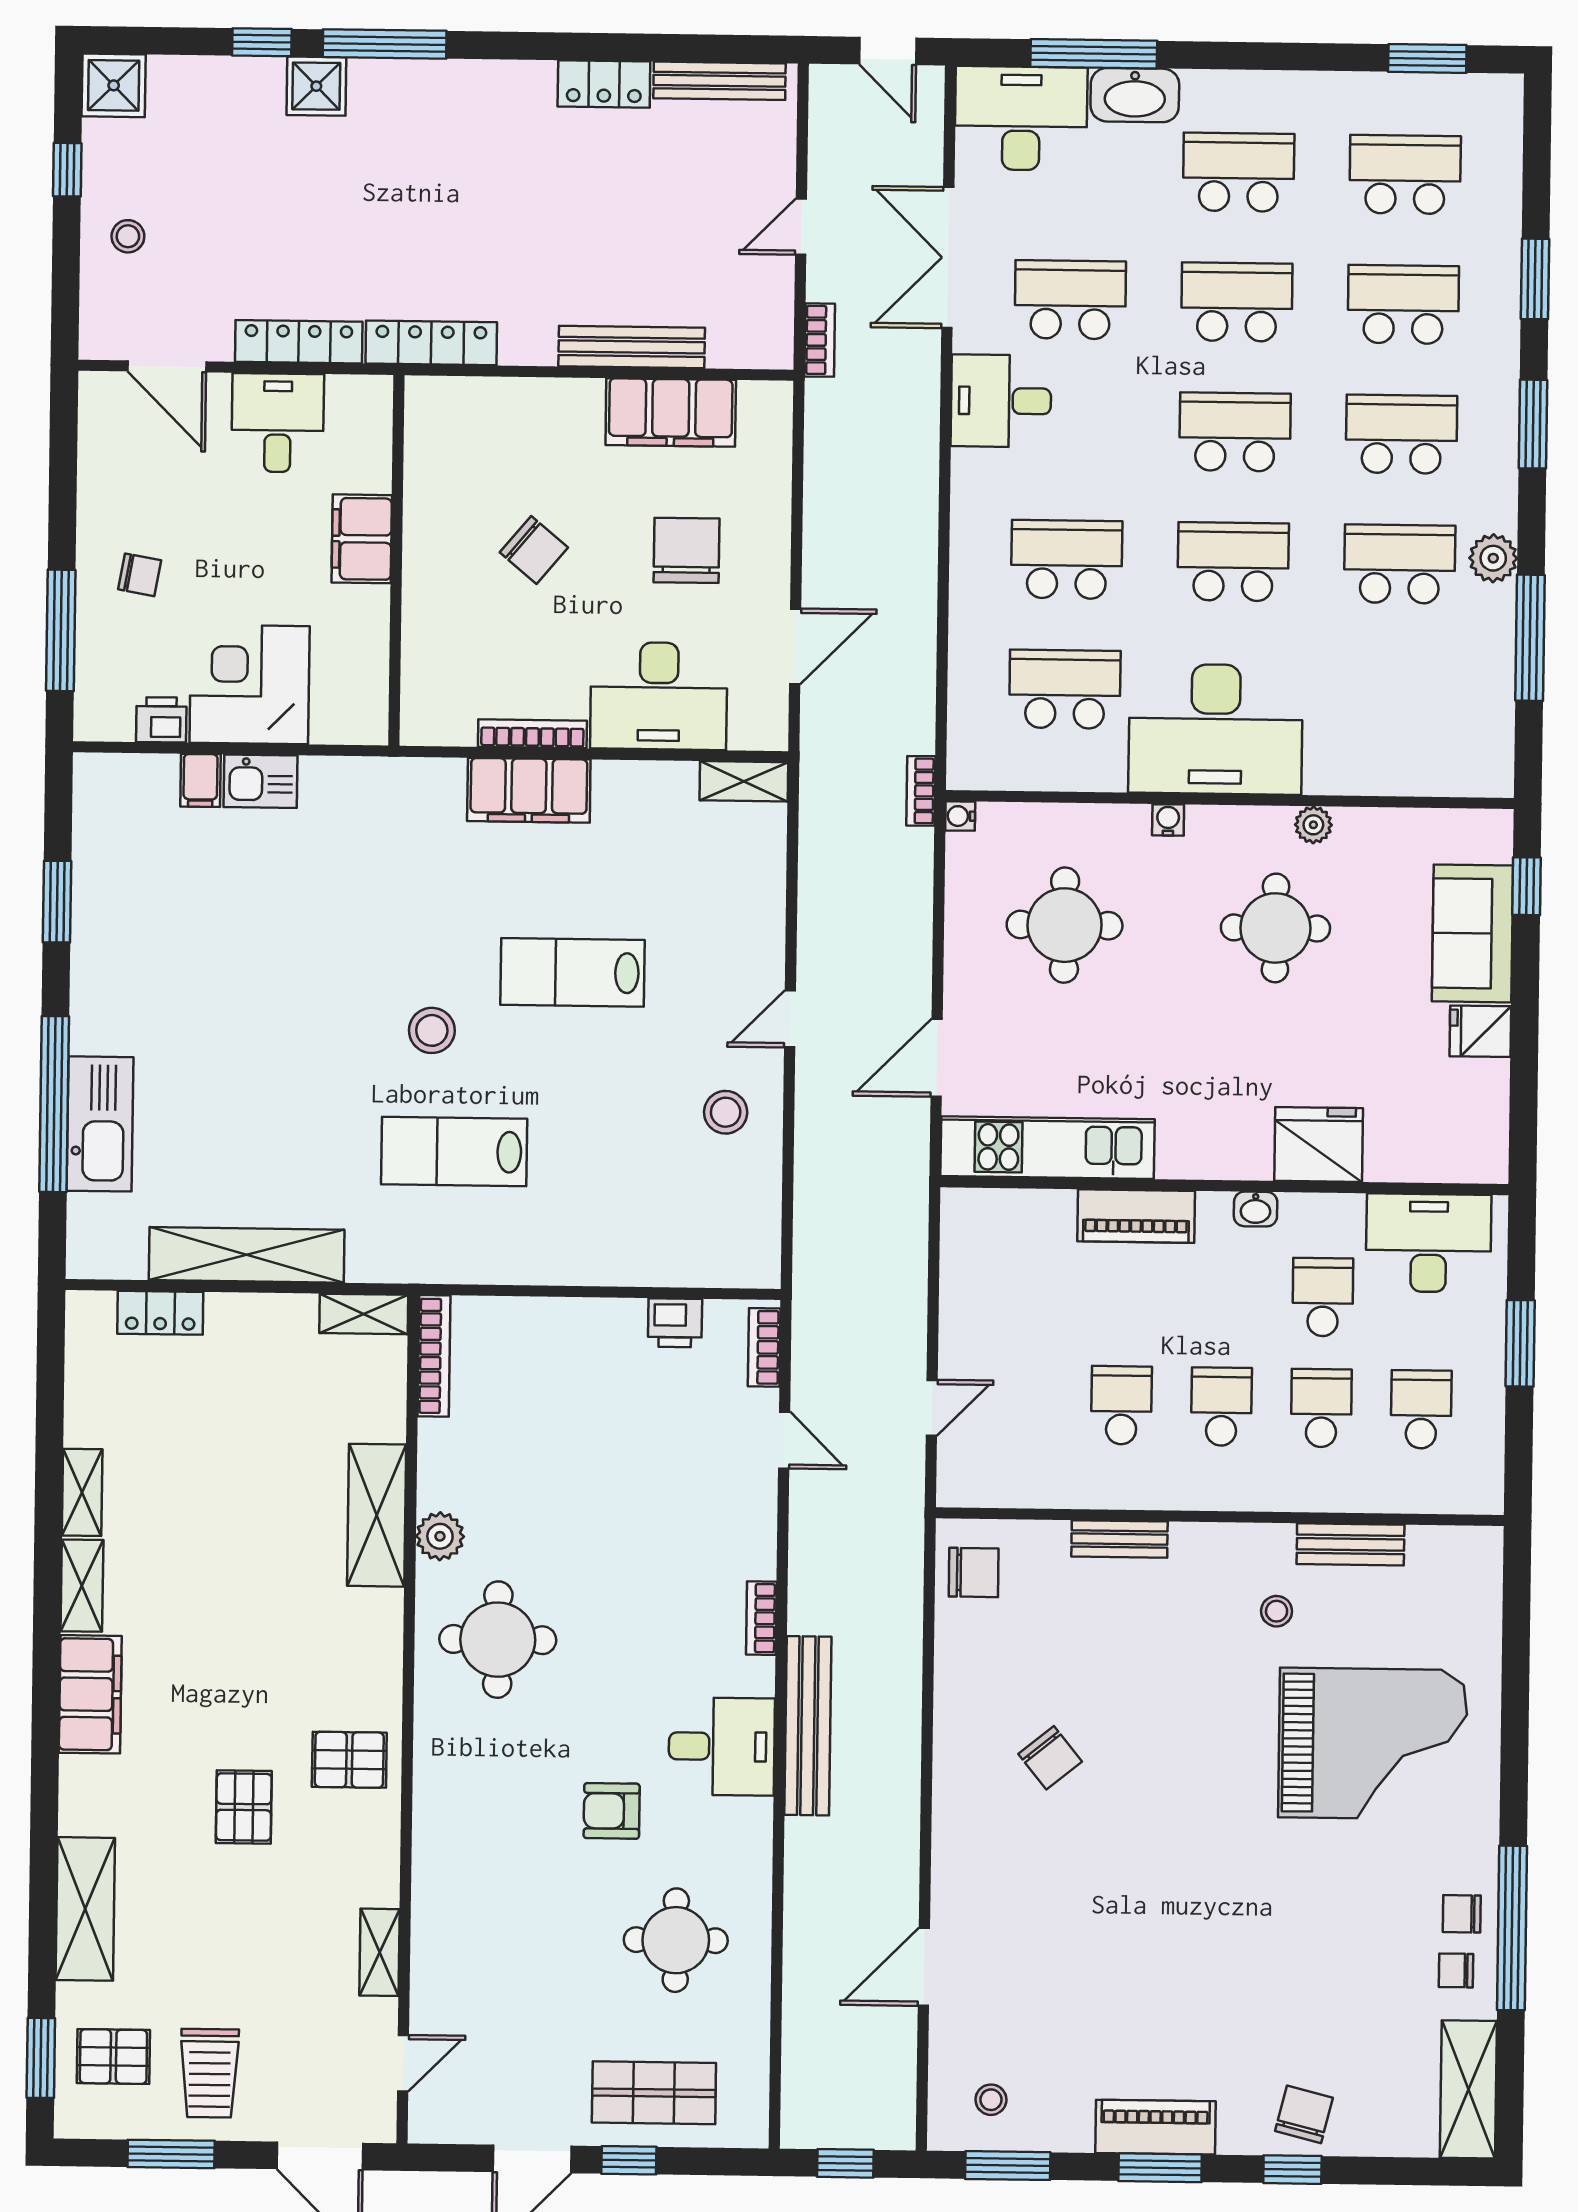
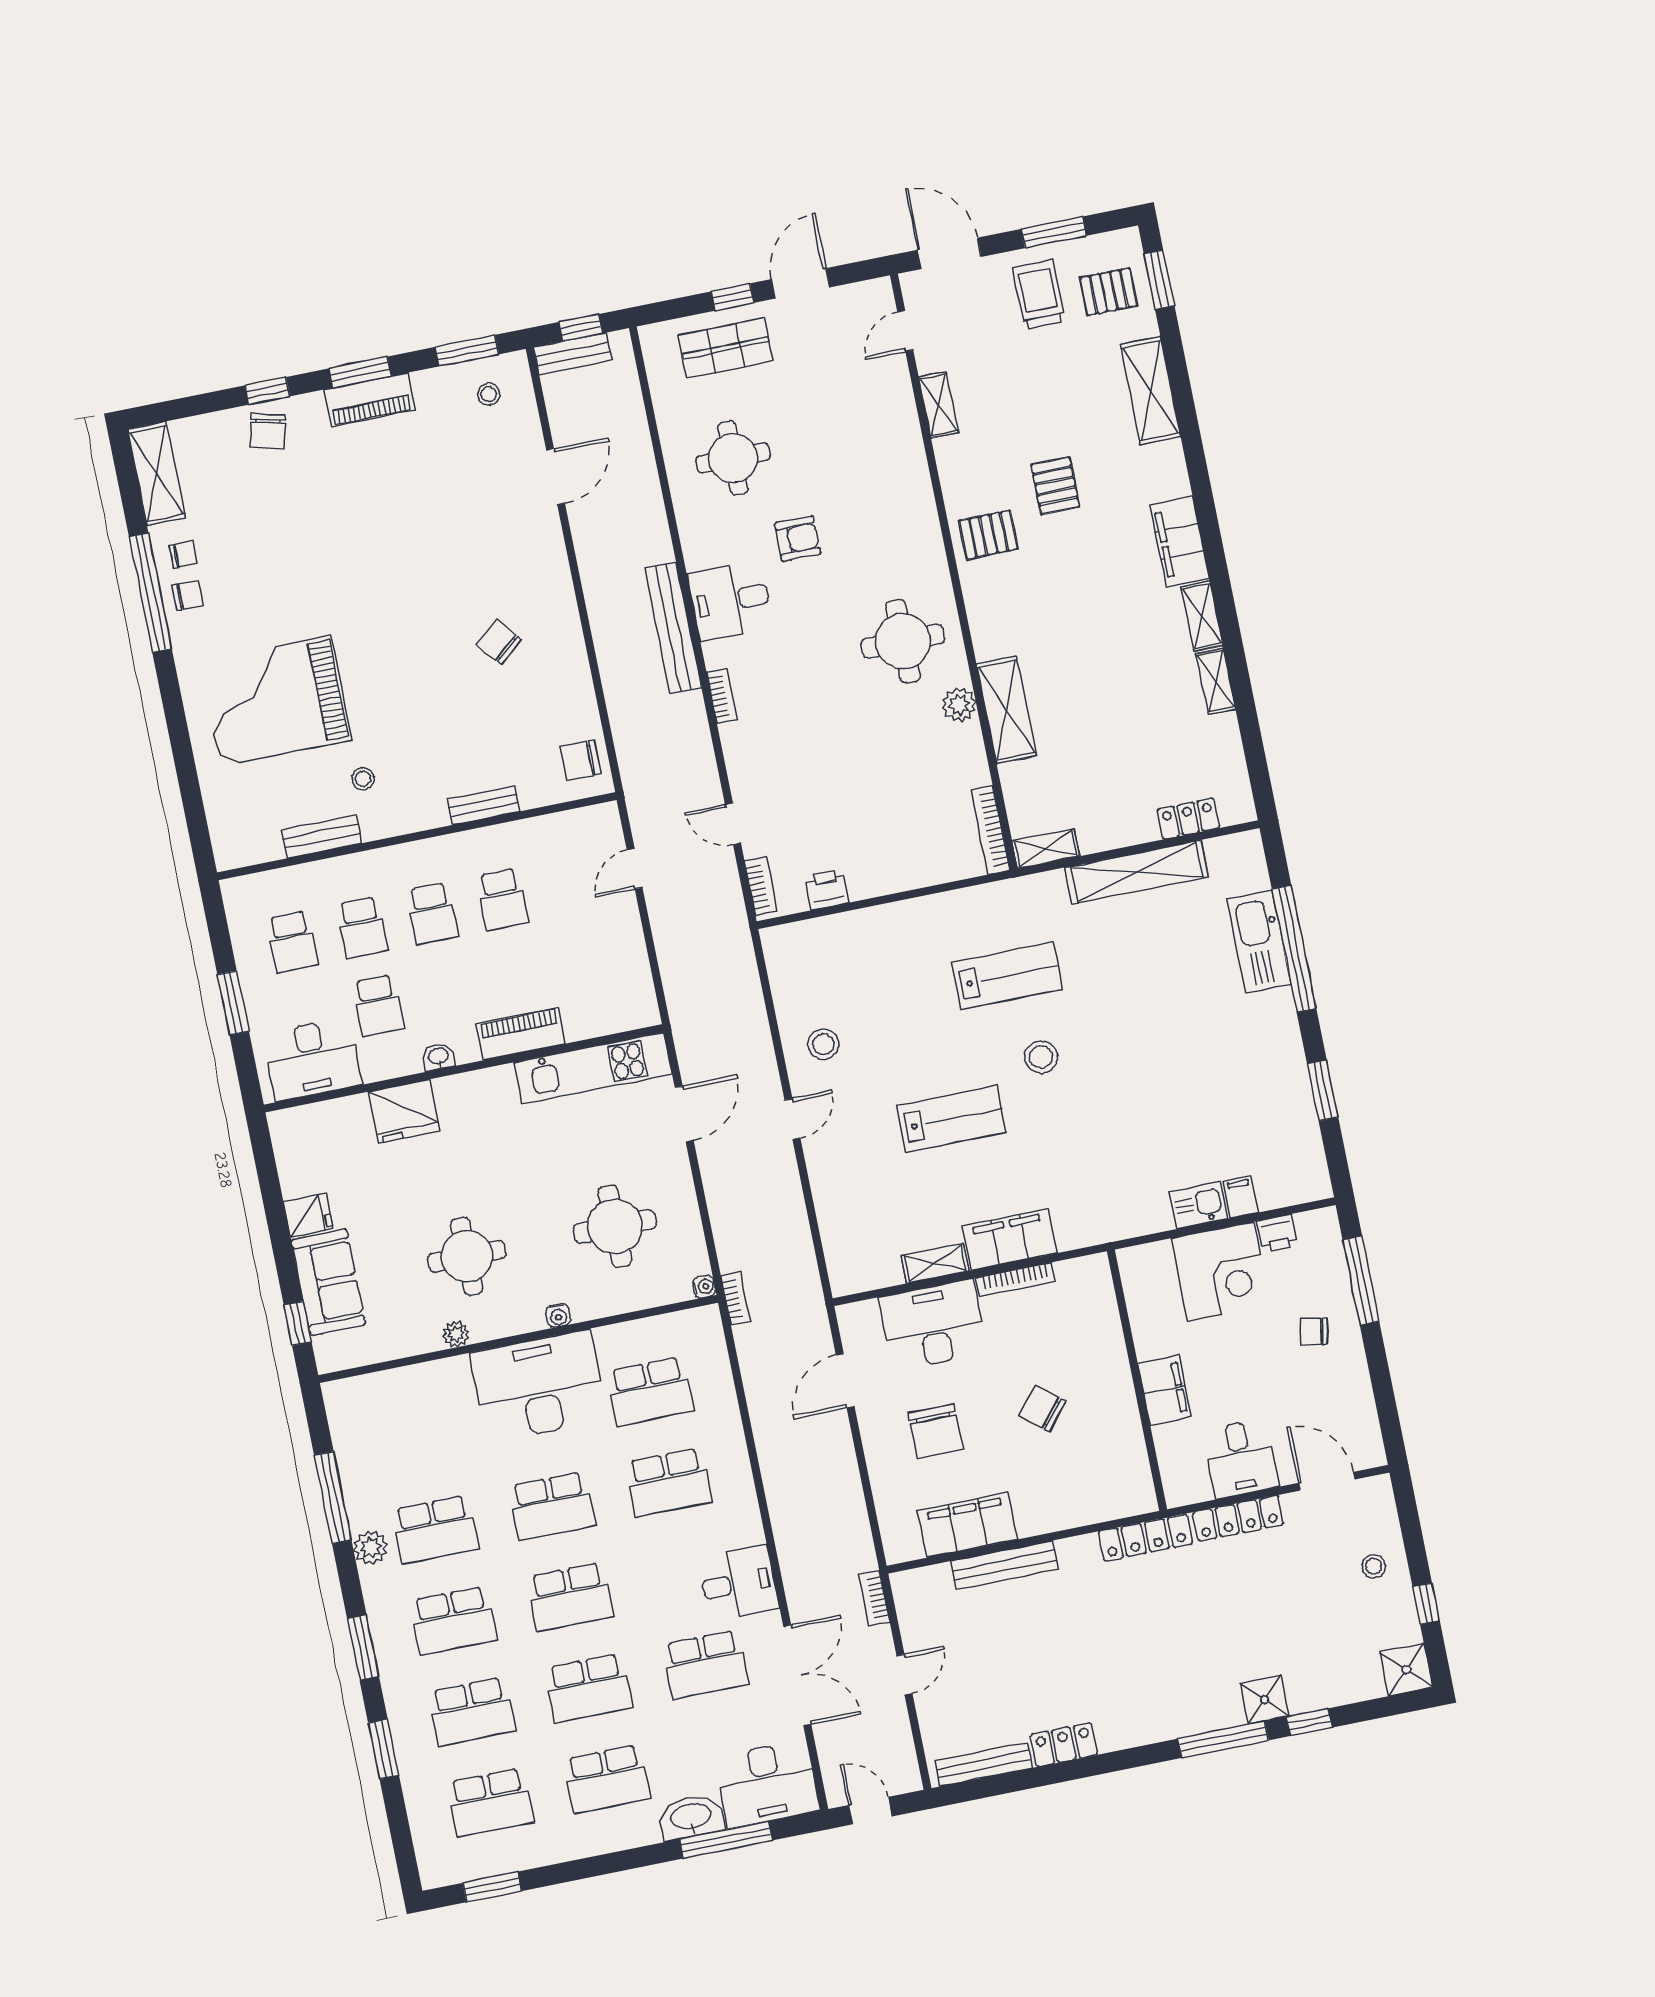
shelving: (744, 781) -> (935, 1263), moved
bench: (864, 2130) -> (573, 354), added

